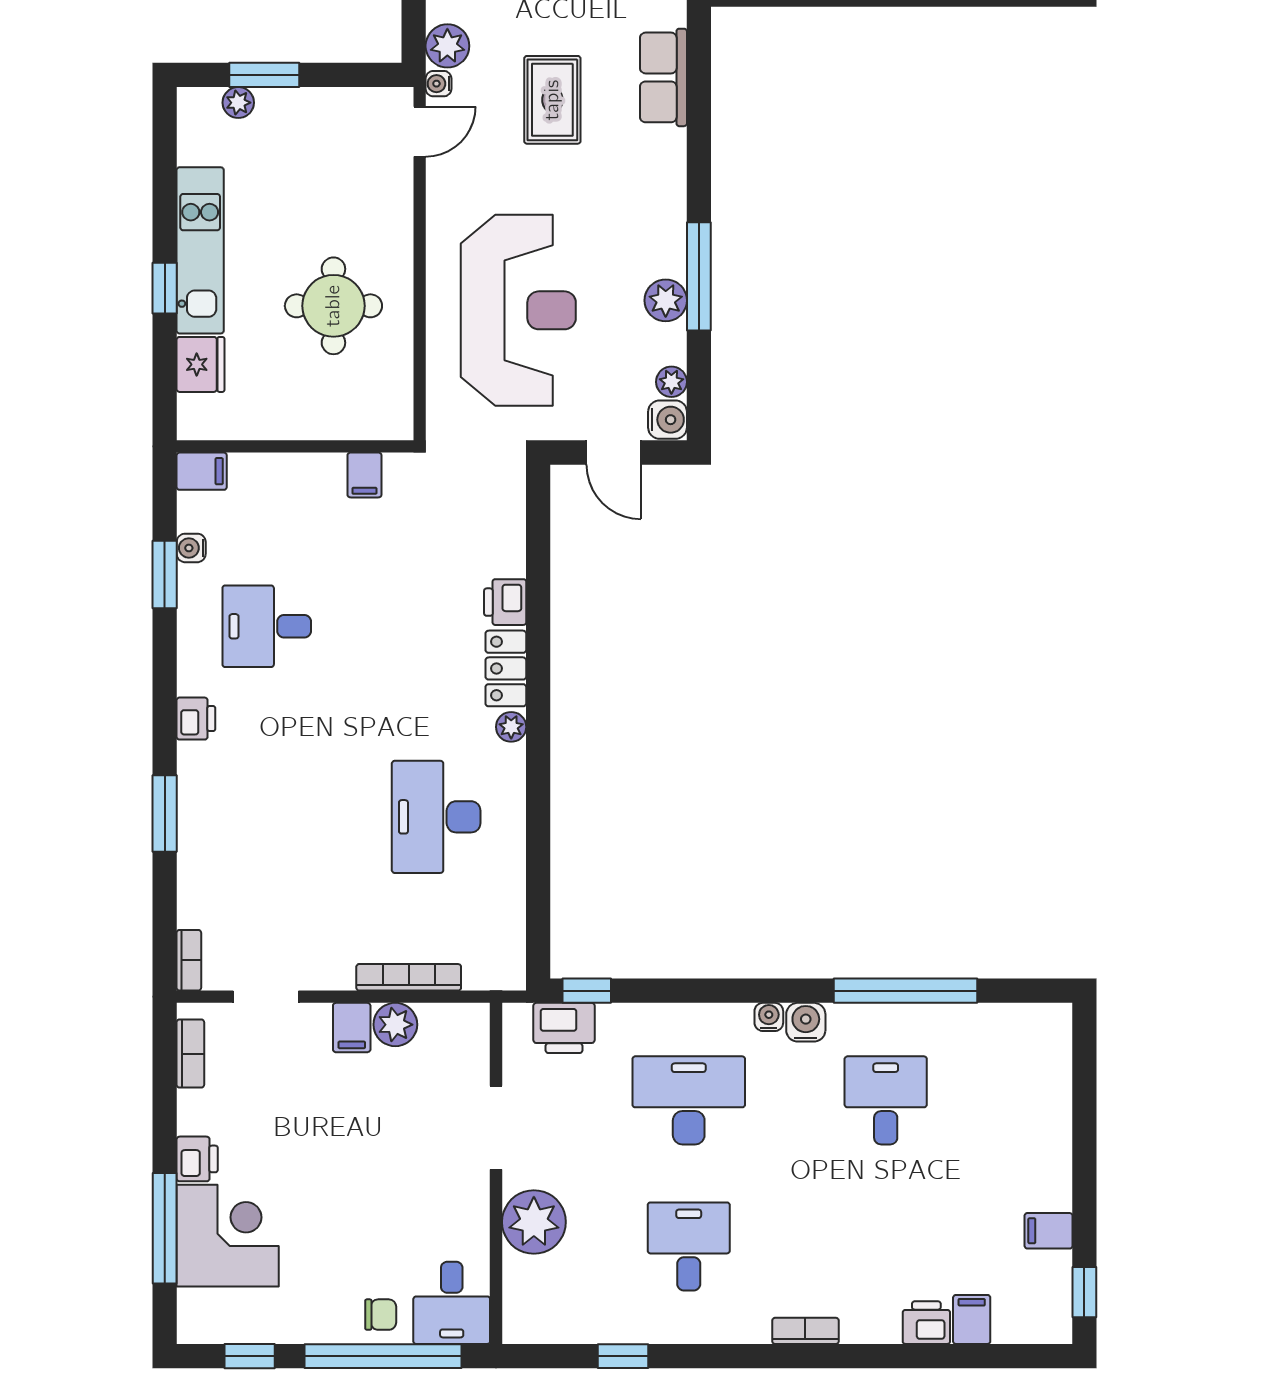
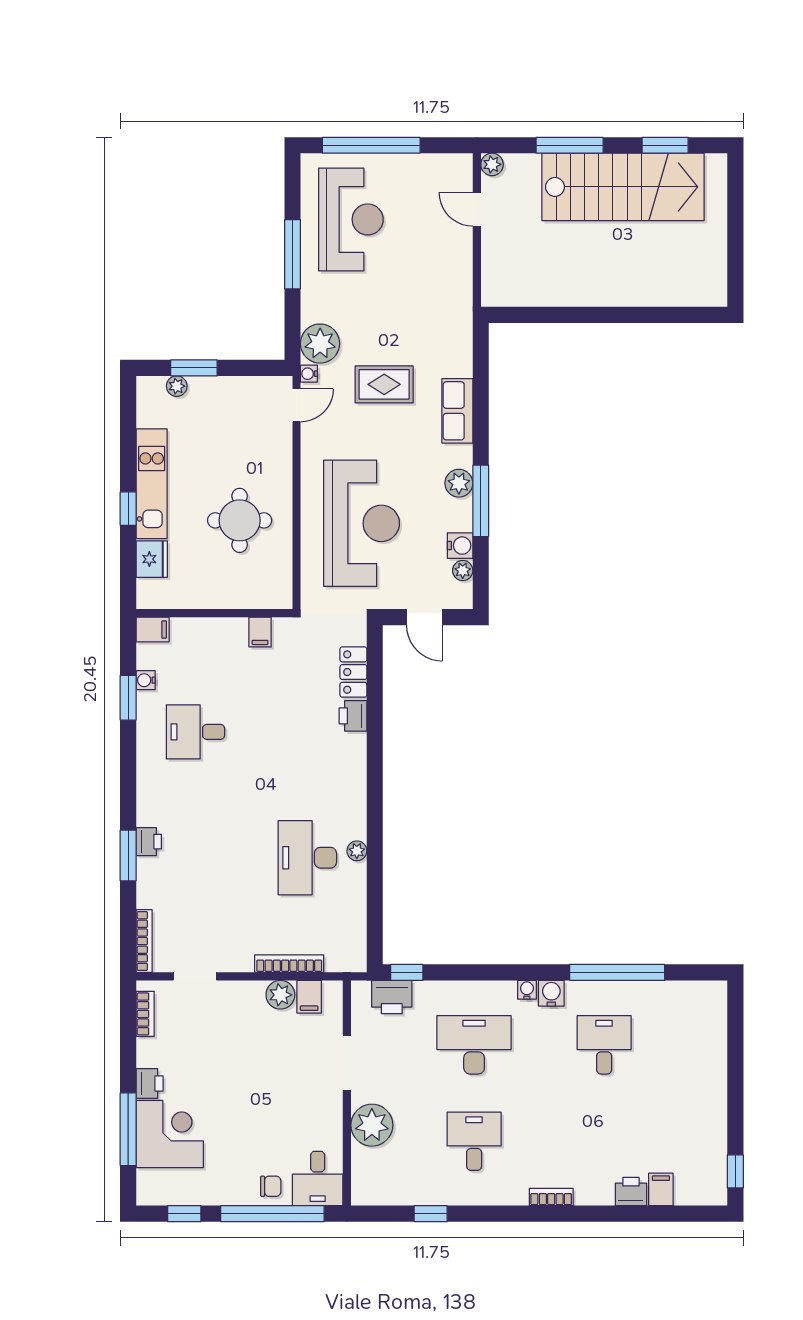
plant: (447, 46) -> (320, 344), width x1.36, depth x1.36
row of seats: (663, 77) -> (457, 411), moved
rug: (552, 100) -> (384, 384), turned 90
plant: (666, 300) -> (459, 483), moved
water cooler: (667, 420) -> (460, 546), moved
locker: (506, 668) -> (353, 672), moved
printer: (196, 719) -> (149, 842), moved
plant: (511, 727) -> (357, 851), moved
bookcase: (189, 960) -> (144, 941), width x1.56
filing cabinet: (352, 1028) -> (309, 997), moved
filing cabinet: (1049, 1231) -> (712, 1131), removed

